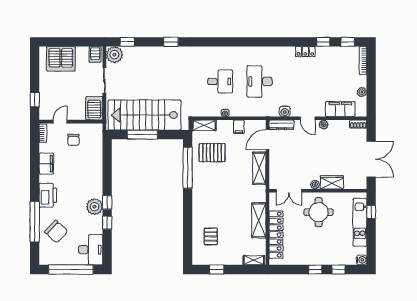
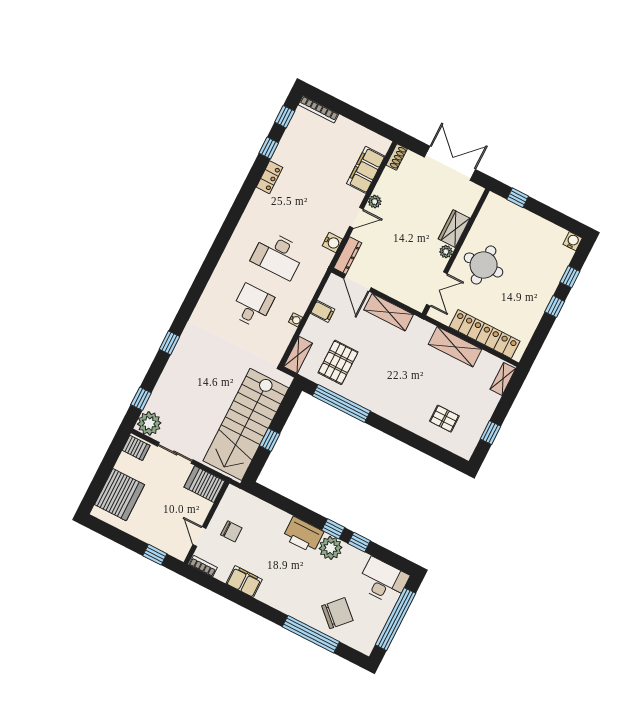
plant: (362, 92) -> (358, 131), removed
window: (142, 135) -> (270, 440), width x0.46
printer: (48, 195) -> (303, 535), moved, turned 180
kitchen unit: (360, 222) -> (523, 219), removed

